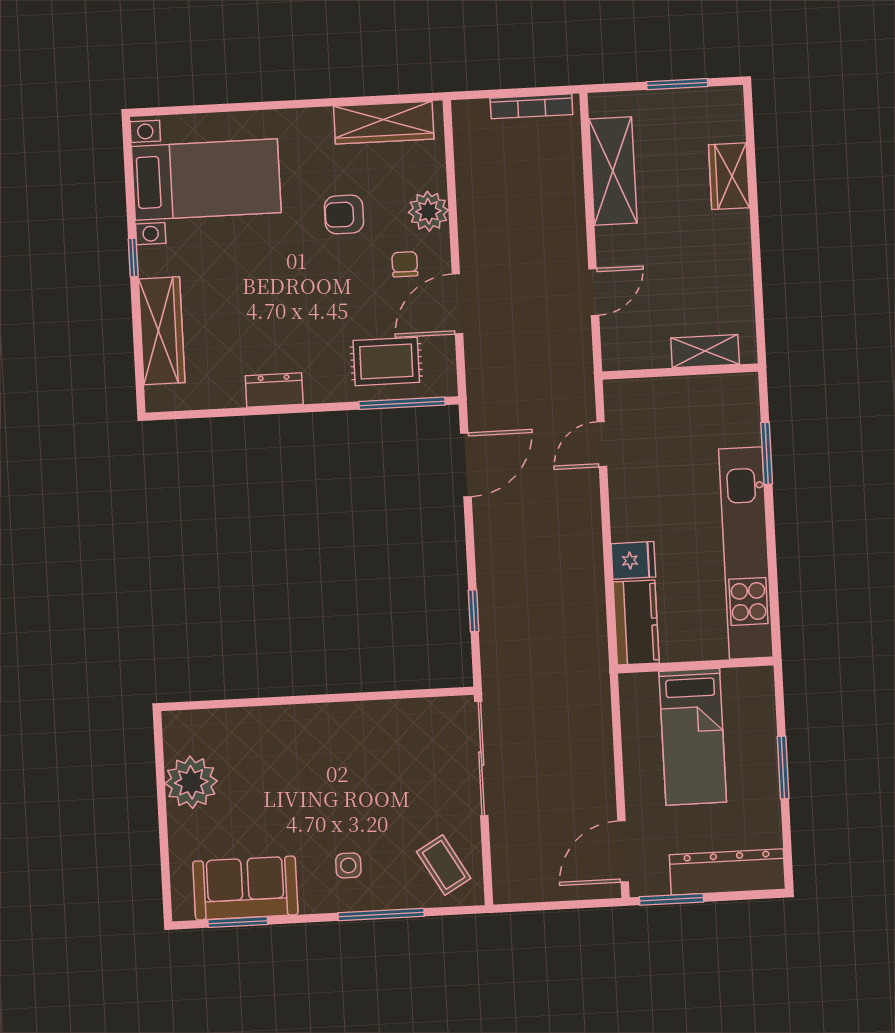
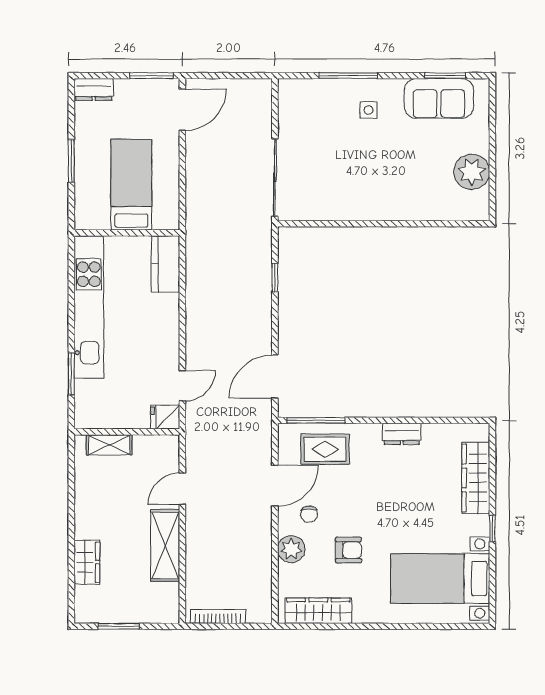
shelving: (613, 171) -> (165, 545), moved
fridge: (633, 560) -> (165, 417), moved
coffee table: (444, 865) -> (304, 107), removed
dresser: (727, 872) -> (94, 89), width x0.51, depth x0.80

